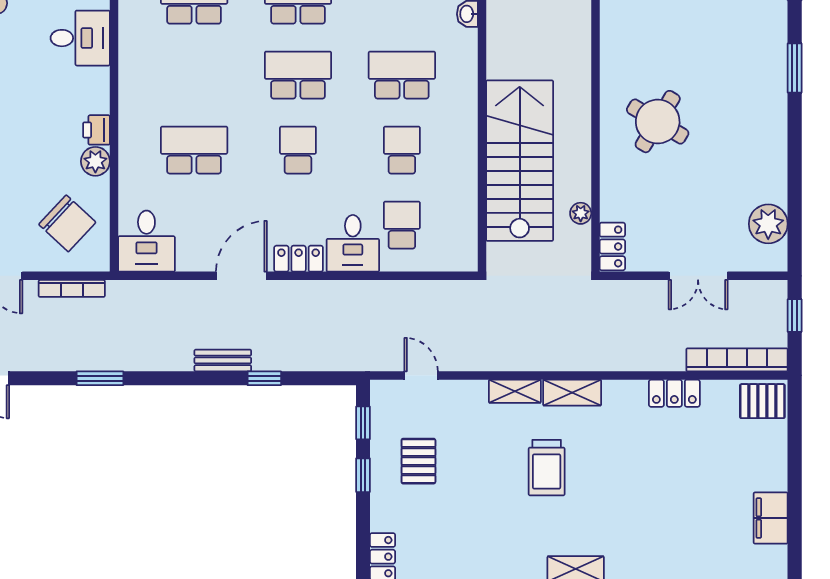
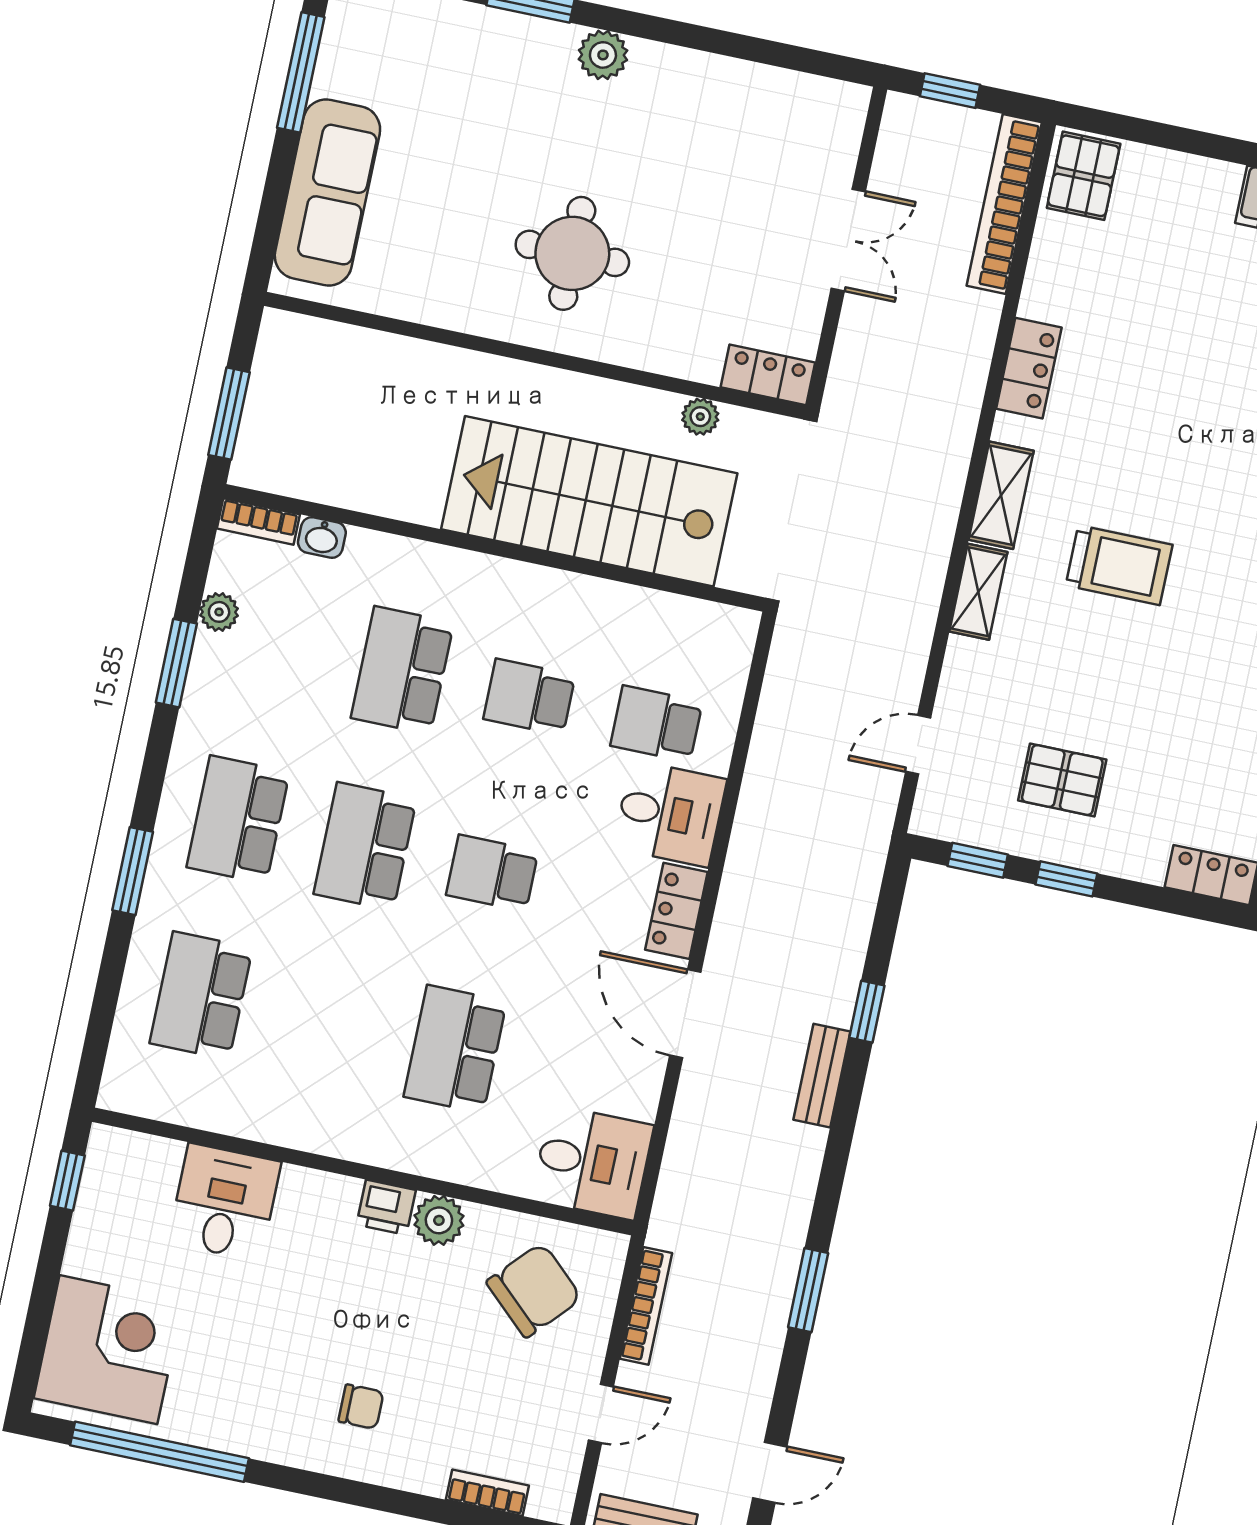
round table: (658, 122) -> (572, 253), turned -31
plant: (768, 224) -> (603, 55), moved, width x0.73, depth x0.73
locker: (674, 393) -> (1029, 368), moved

